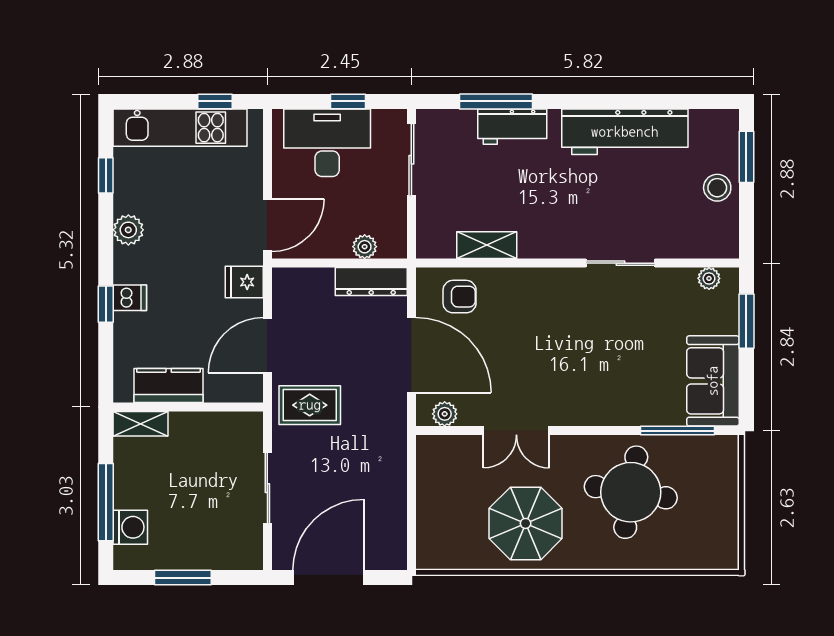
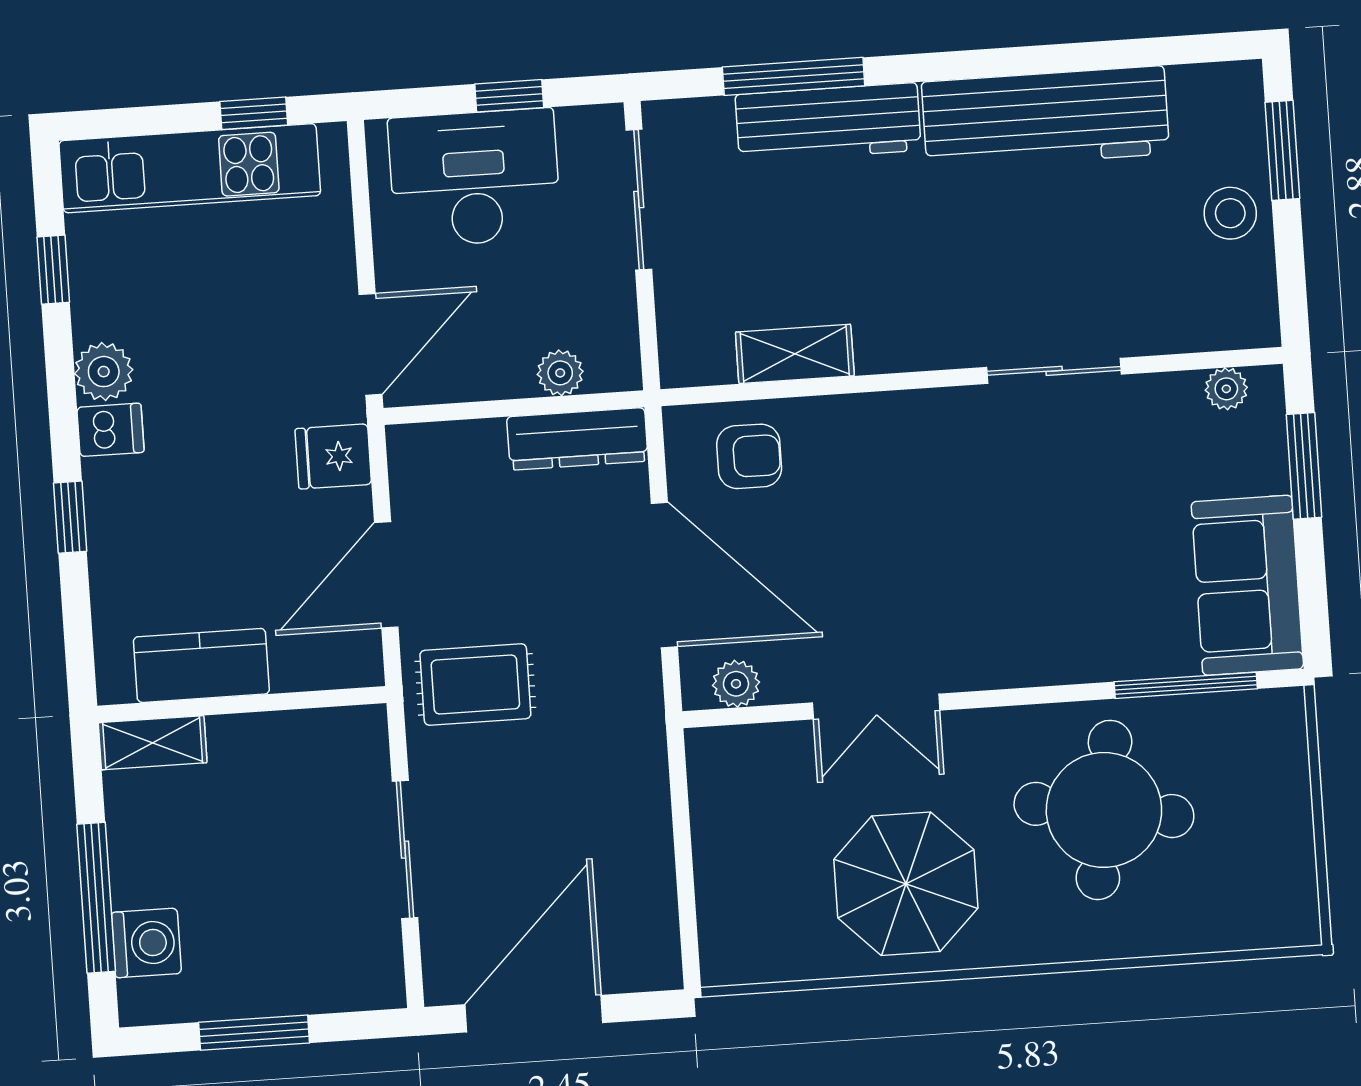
workbench: (512, 127) -> (828, 123), width x1.38
dishwasher: (130, 298) -> (110, 430), moved

